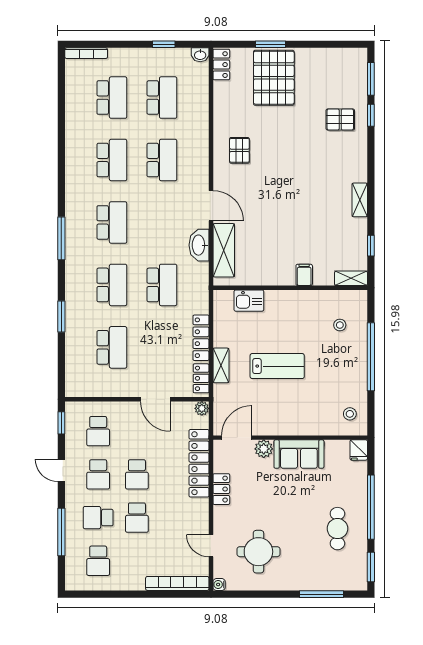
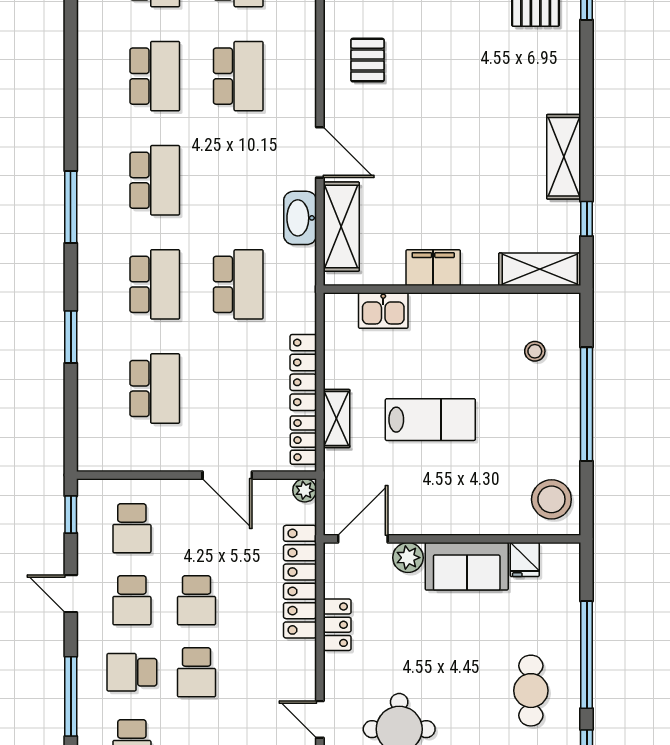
shelving: (360, 200) -> (564, 157), width x1.50, depth x1.33
filing cabinet: (304, 275) -> (433, 268), moved, width x2.00
shelving: (351, 278) -> (540, 269), width x1.50, depth x1.33
stool: (350, 414) -> (551, 499), width x1.89, depth x1.89
fridge: (359, 450) -> (525, 560), moved

